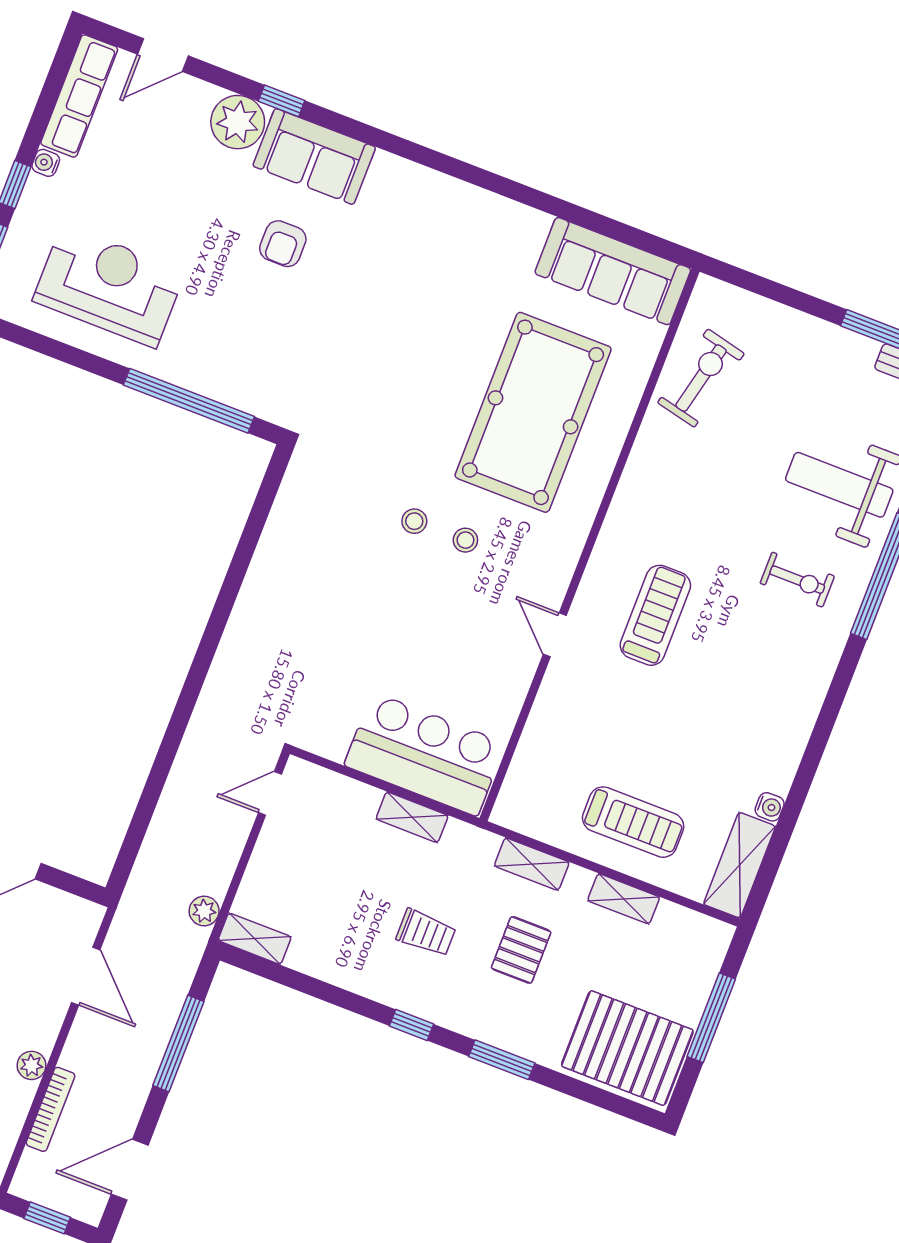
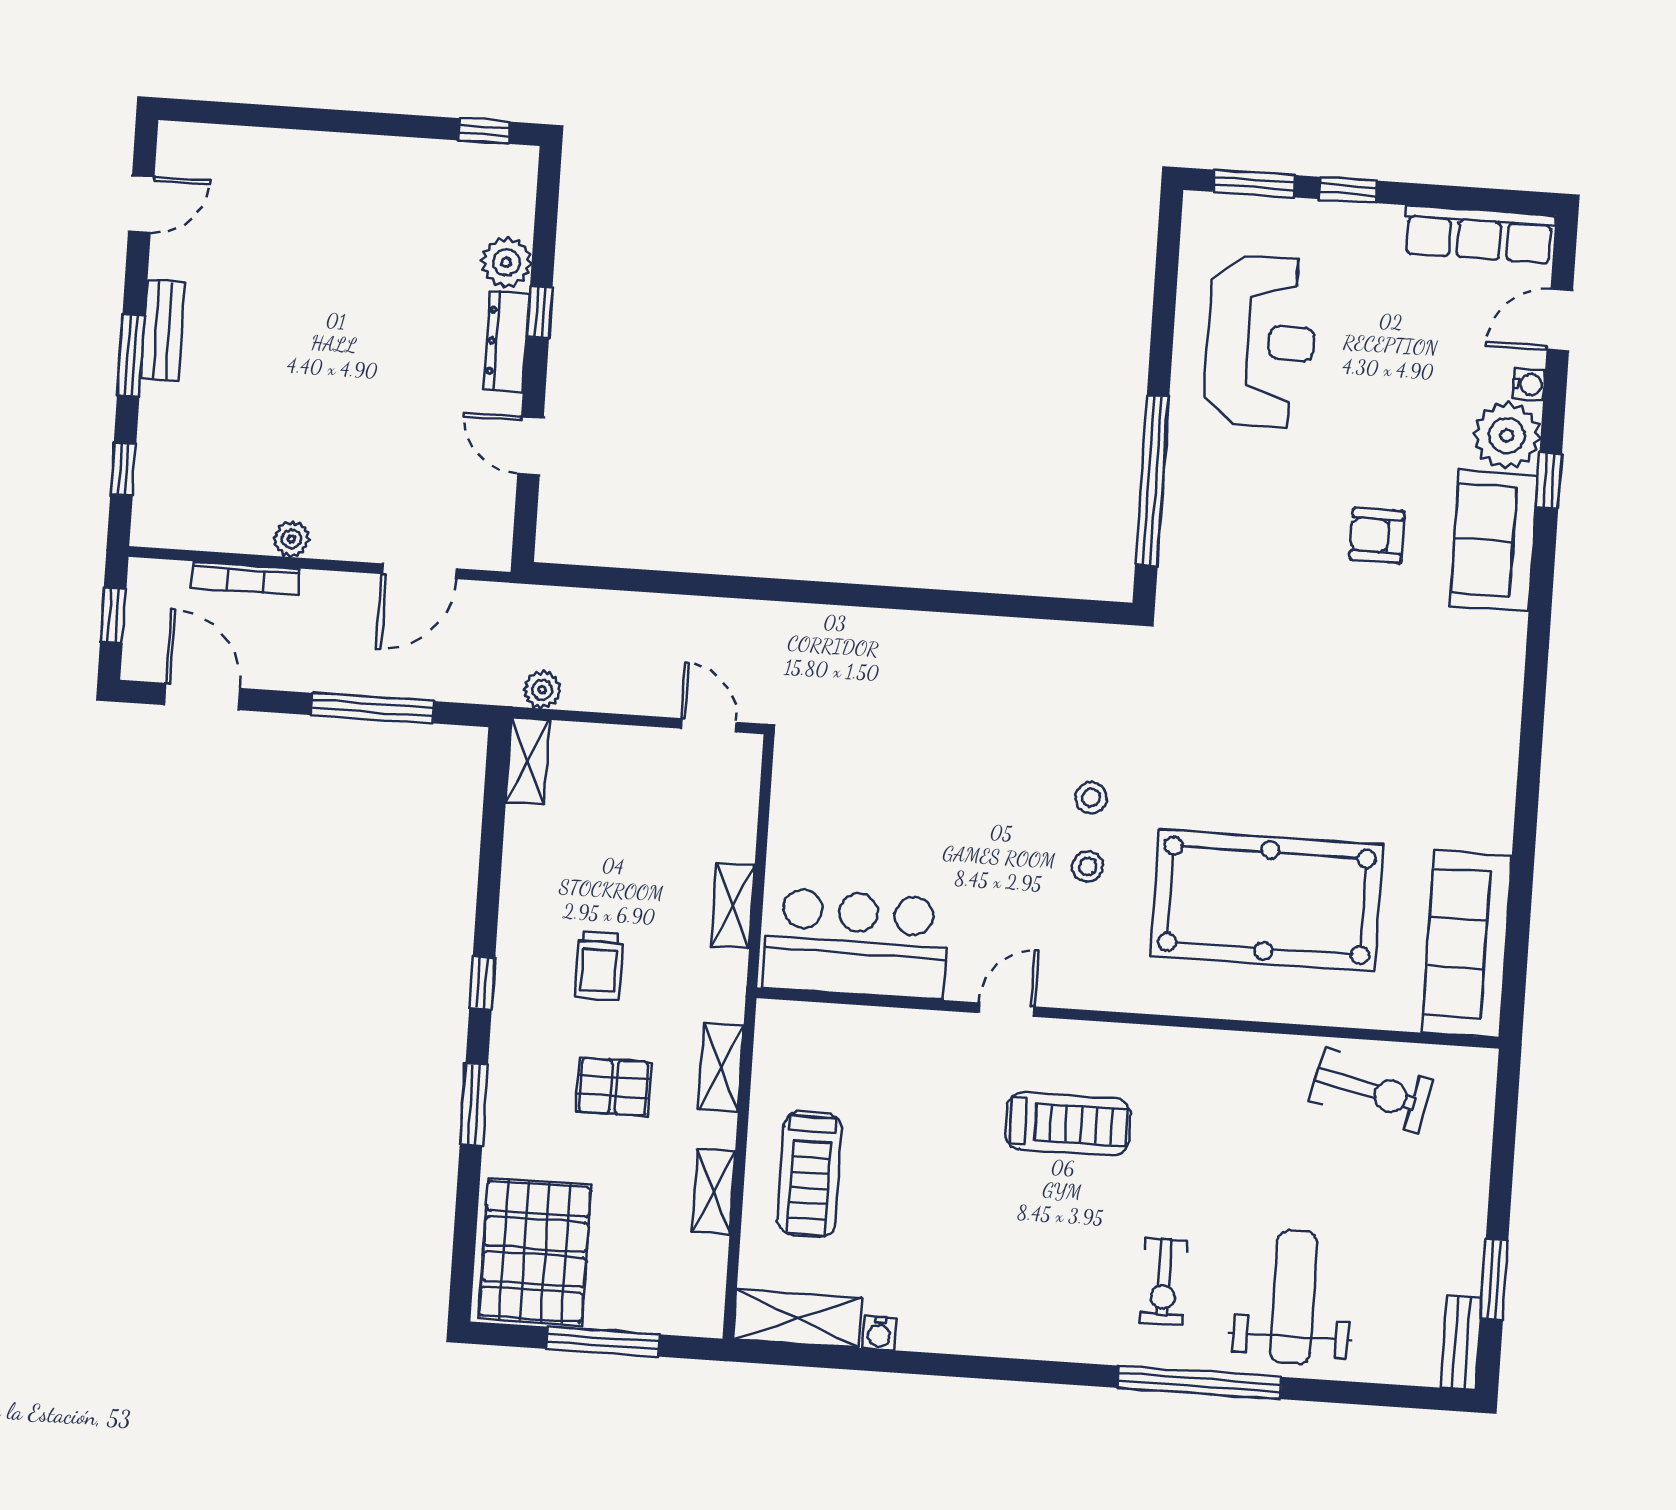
door: (163, 55) -> (1560, 320), hinge flipped
water cooler: (46, 163) -> (1529, 384), moved, turned 90
bar counter: (425, 754) -> (856, 944), moved, turned -90

